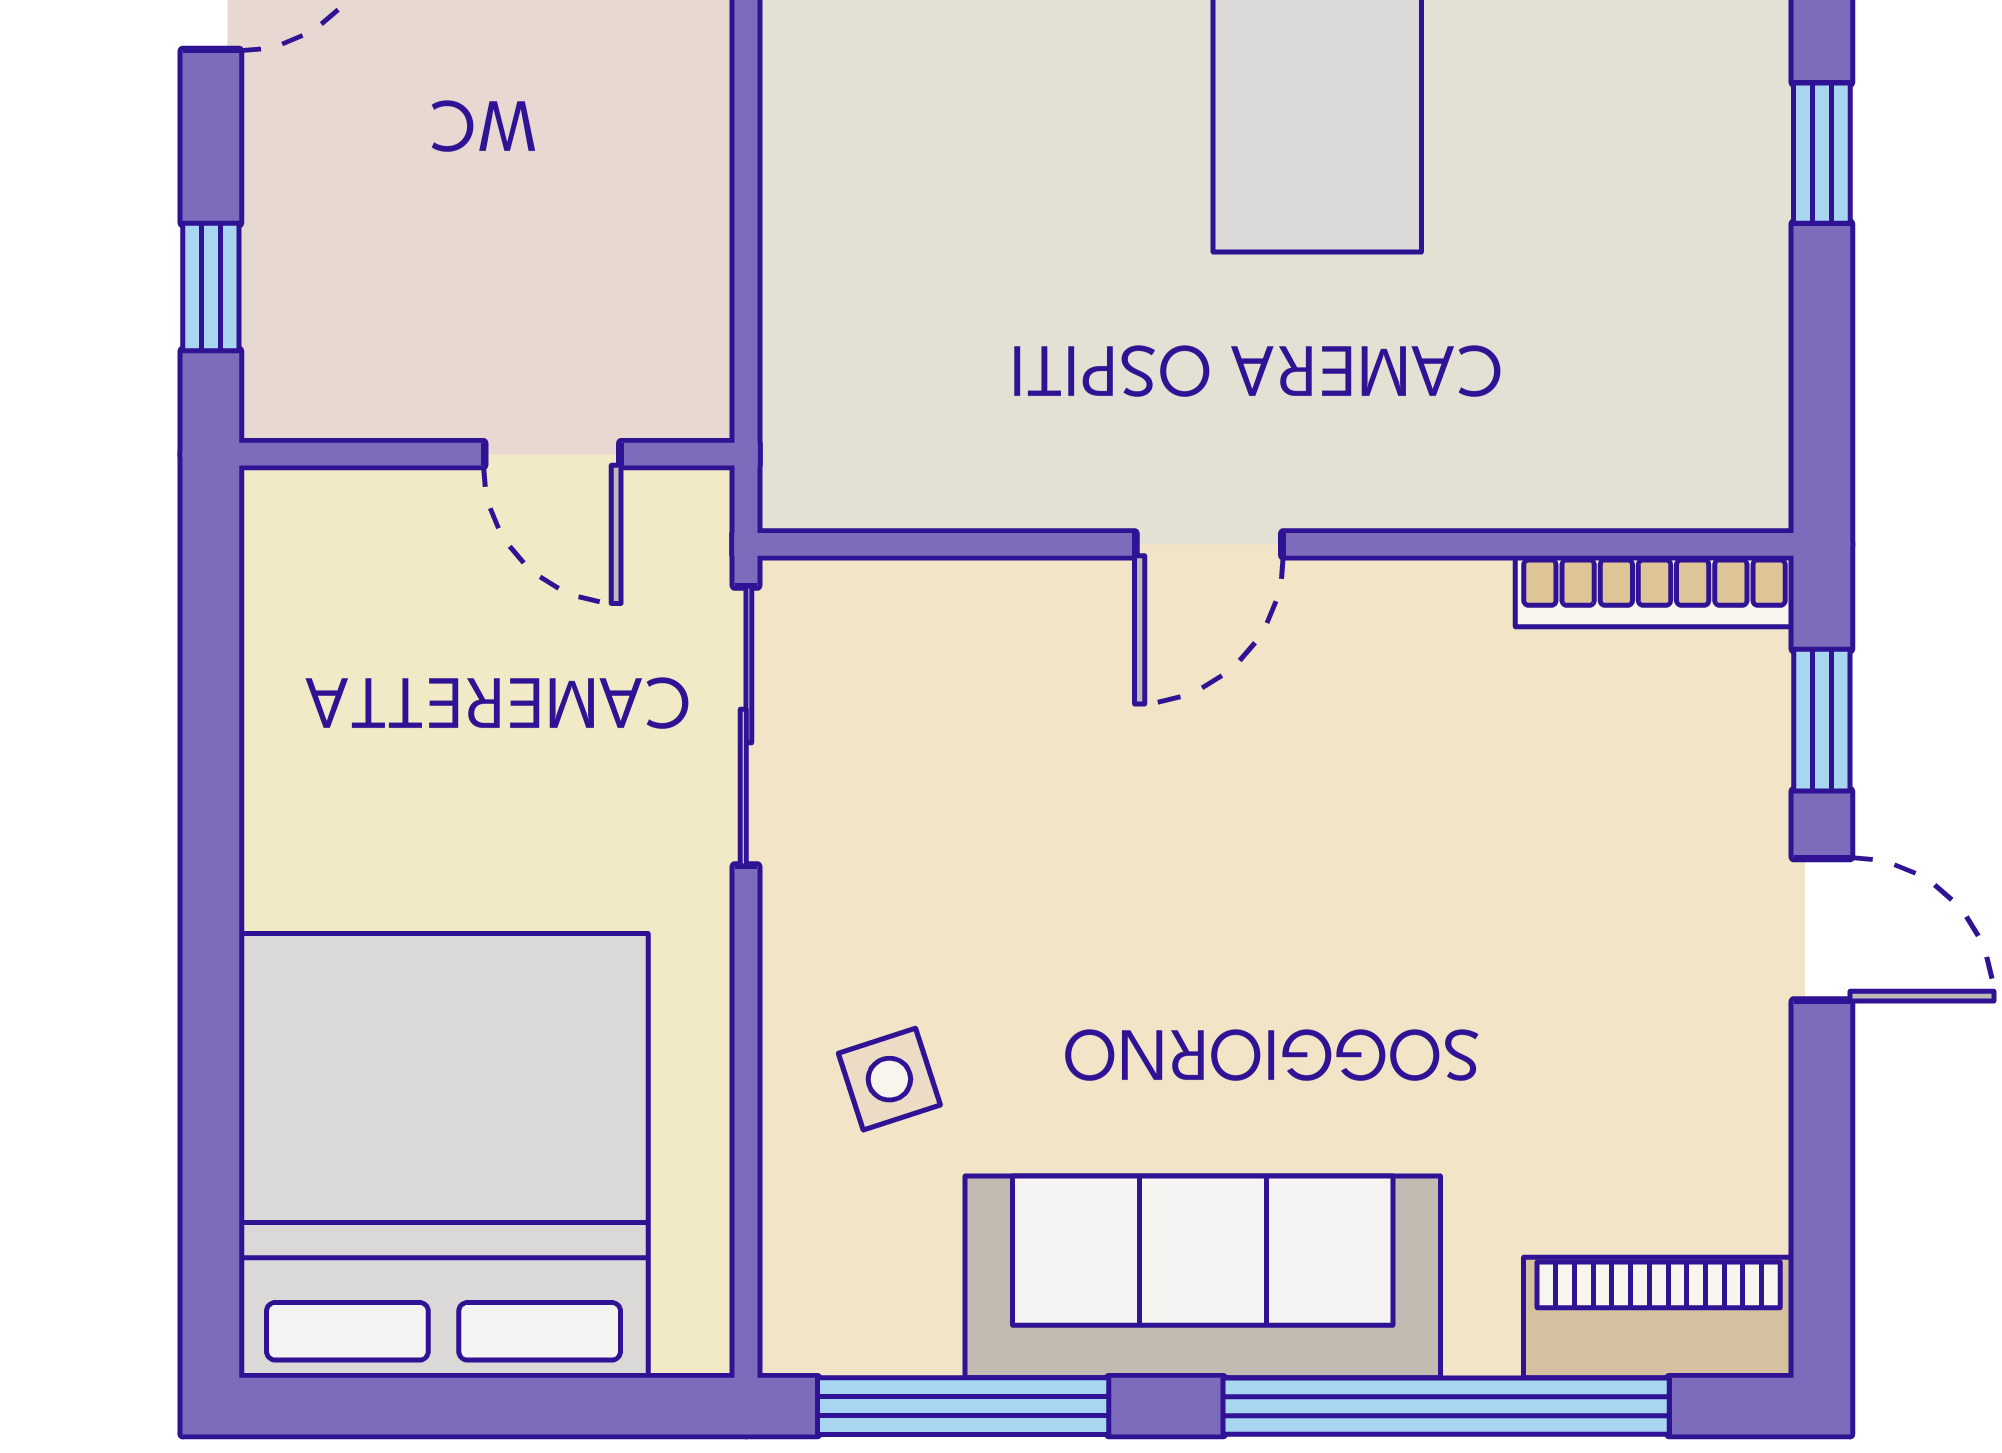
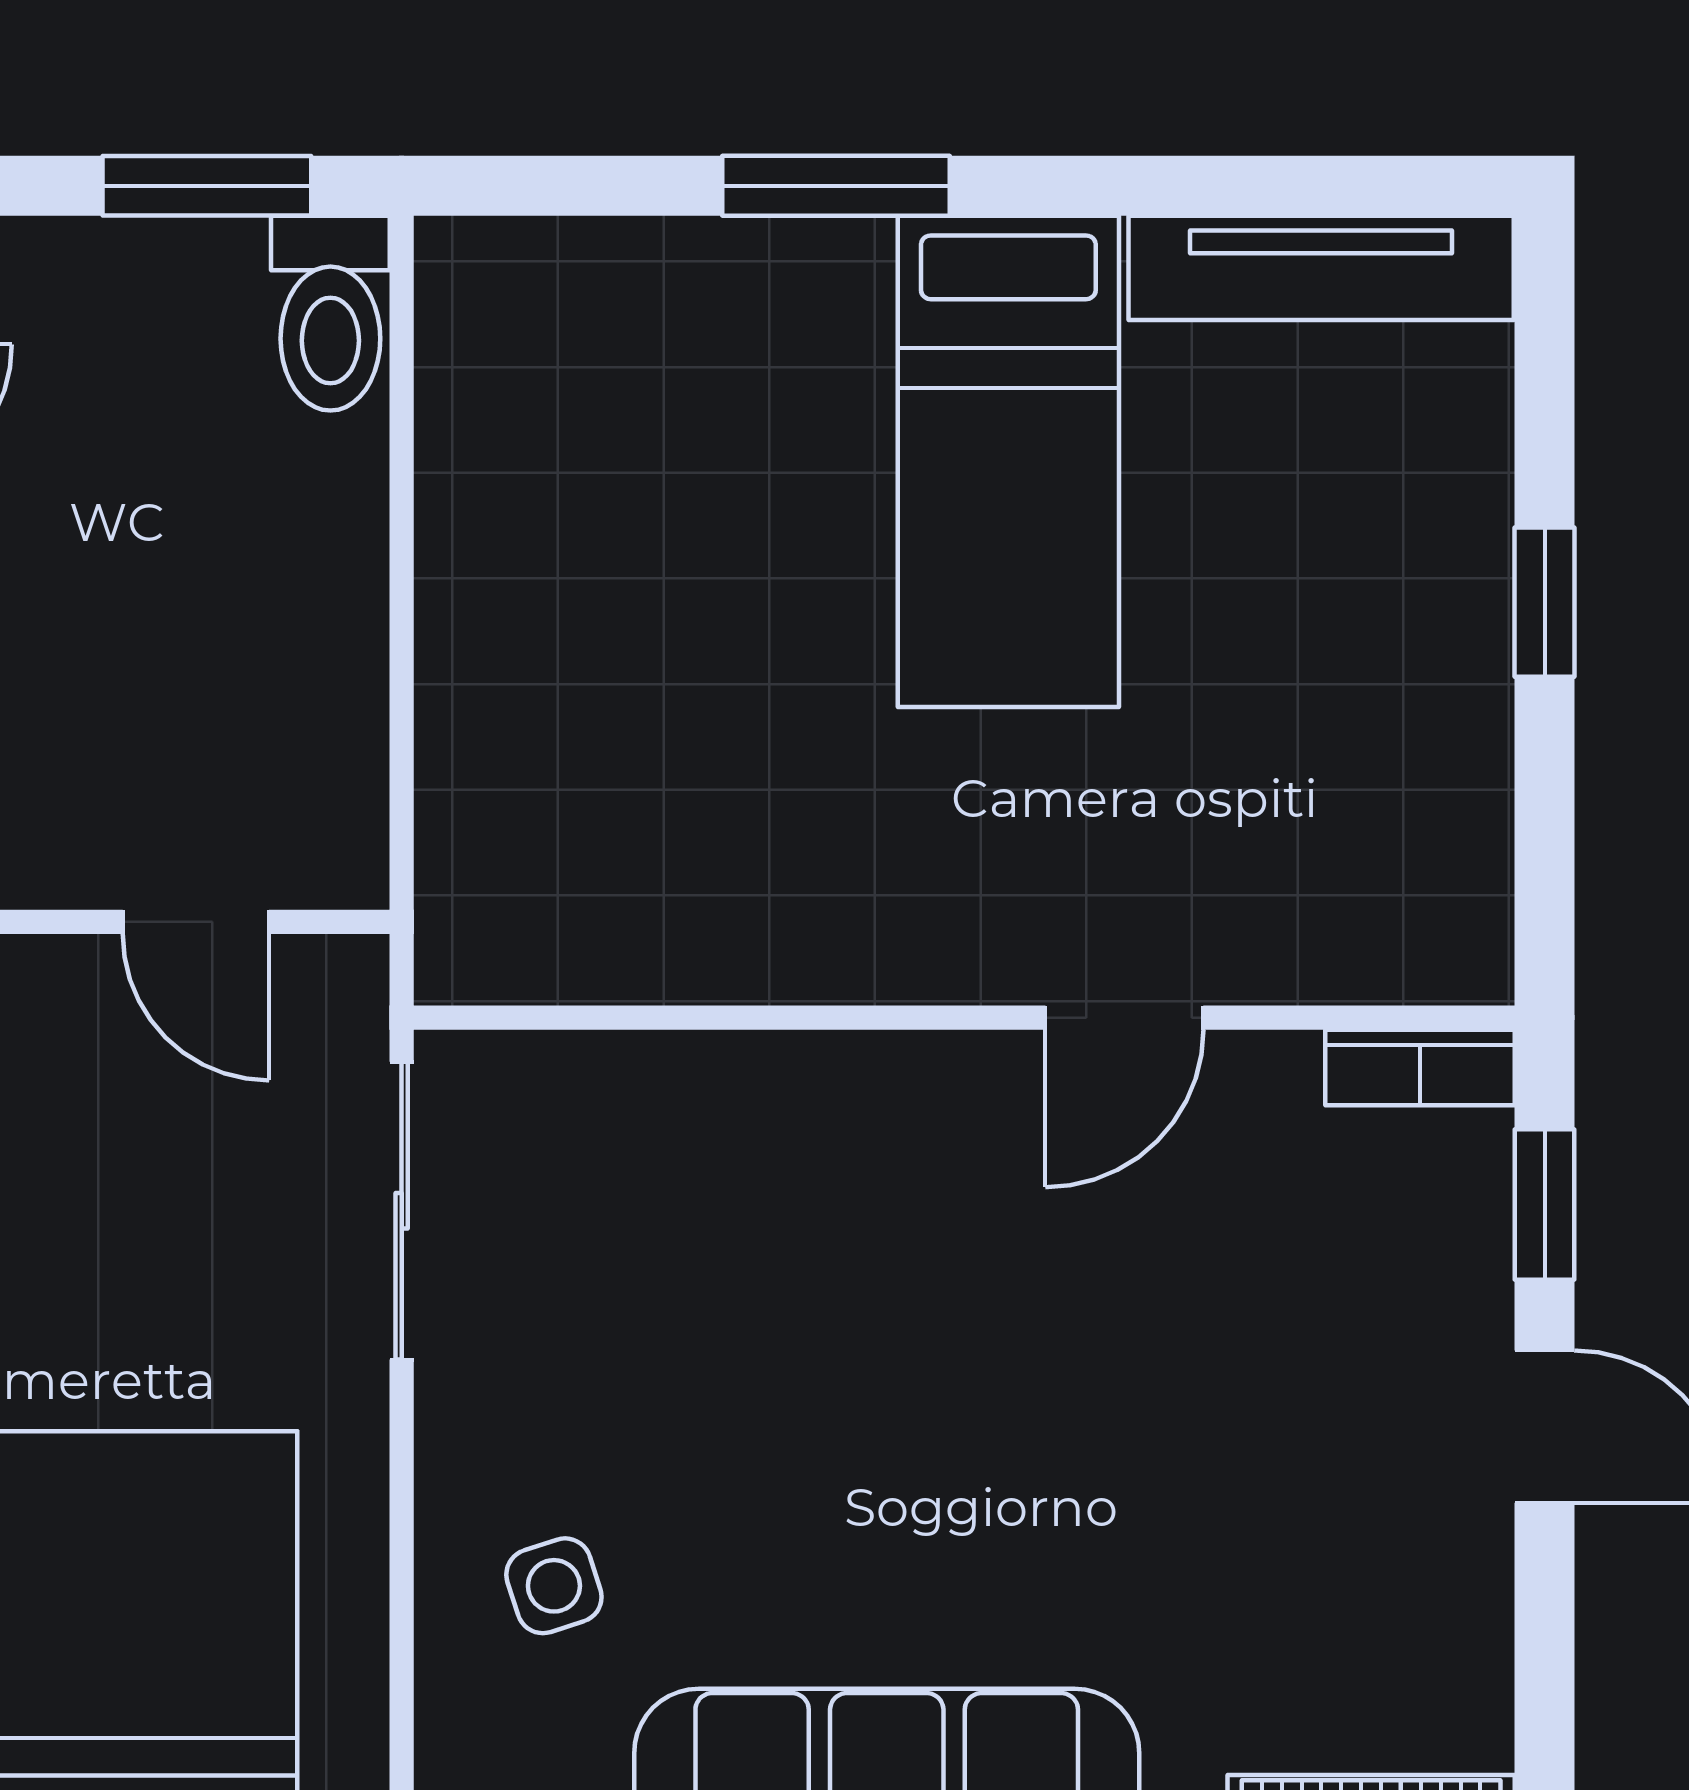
door: (1209, 544) -> (1124, 1018), moved
bookcase: (1654, 591) -> (1420, 1067), width x0.64

